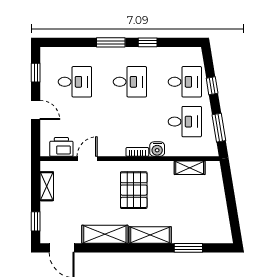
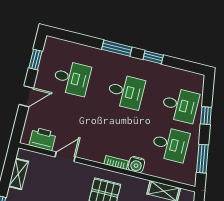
door: (36, 110) -> (26, 96), hinge flipped

